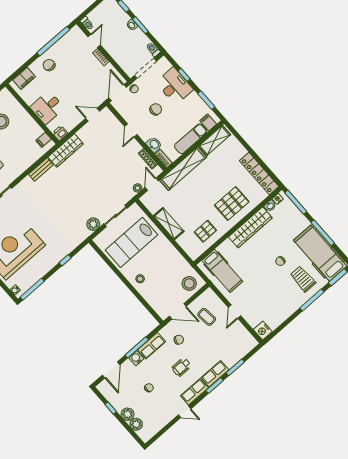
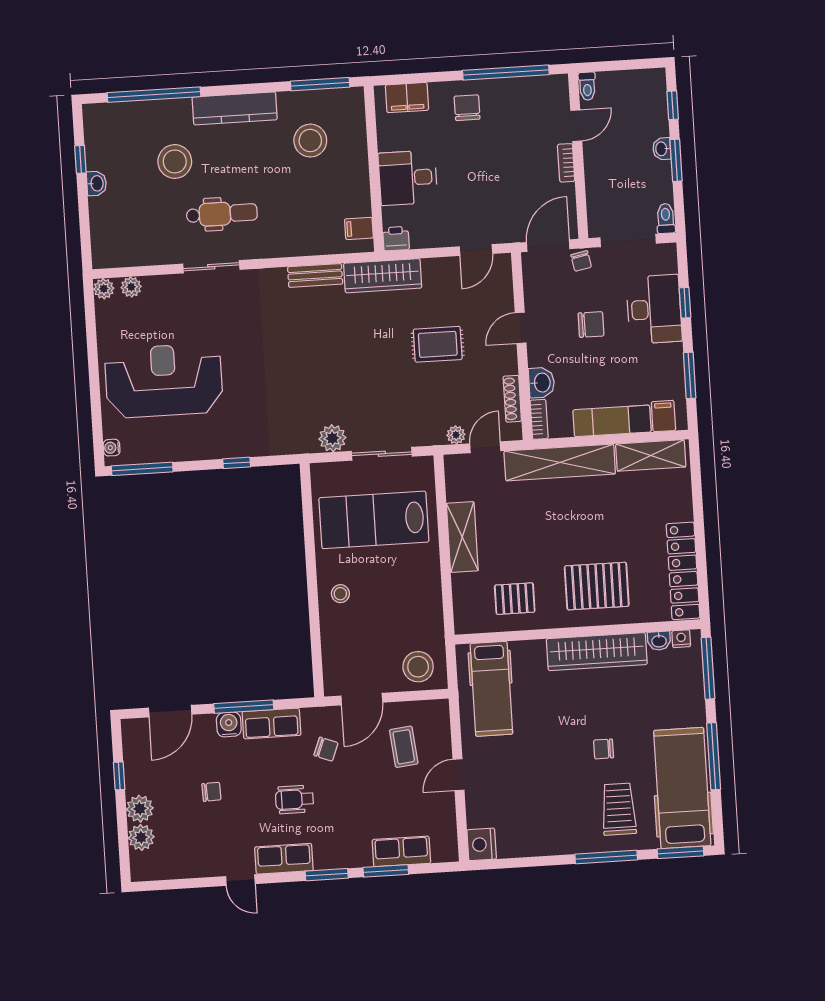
door: (93, 115) -> (476, 250), swing flipped
rug: (105, 160) -> (438, 344), added
door: (178, 311) -> (362, 699), hinge flipped
row of seats: (215, 374) -> (401, 851), moved

